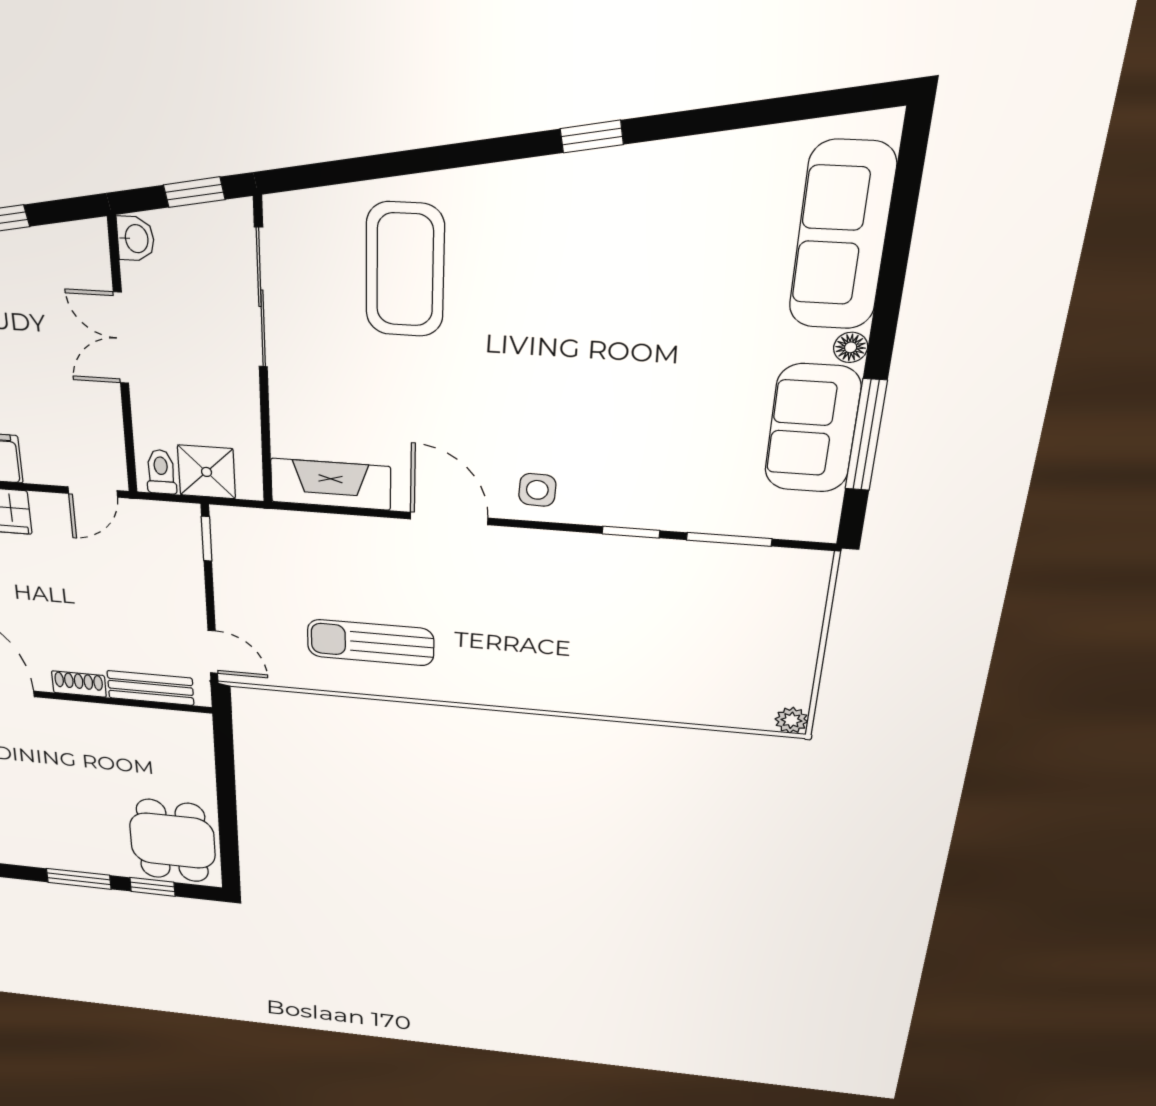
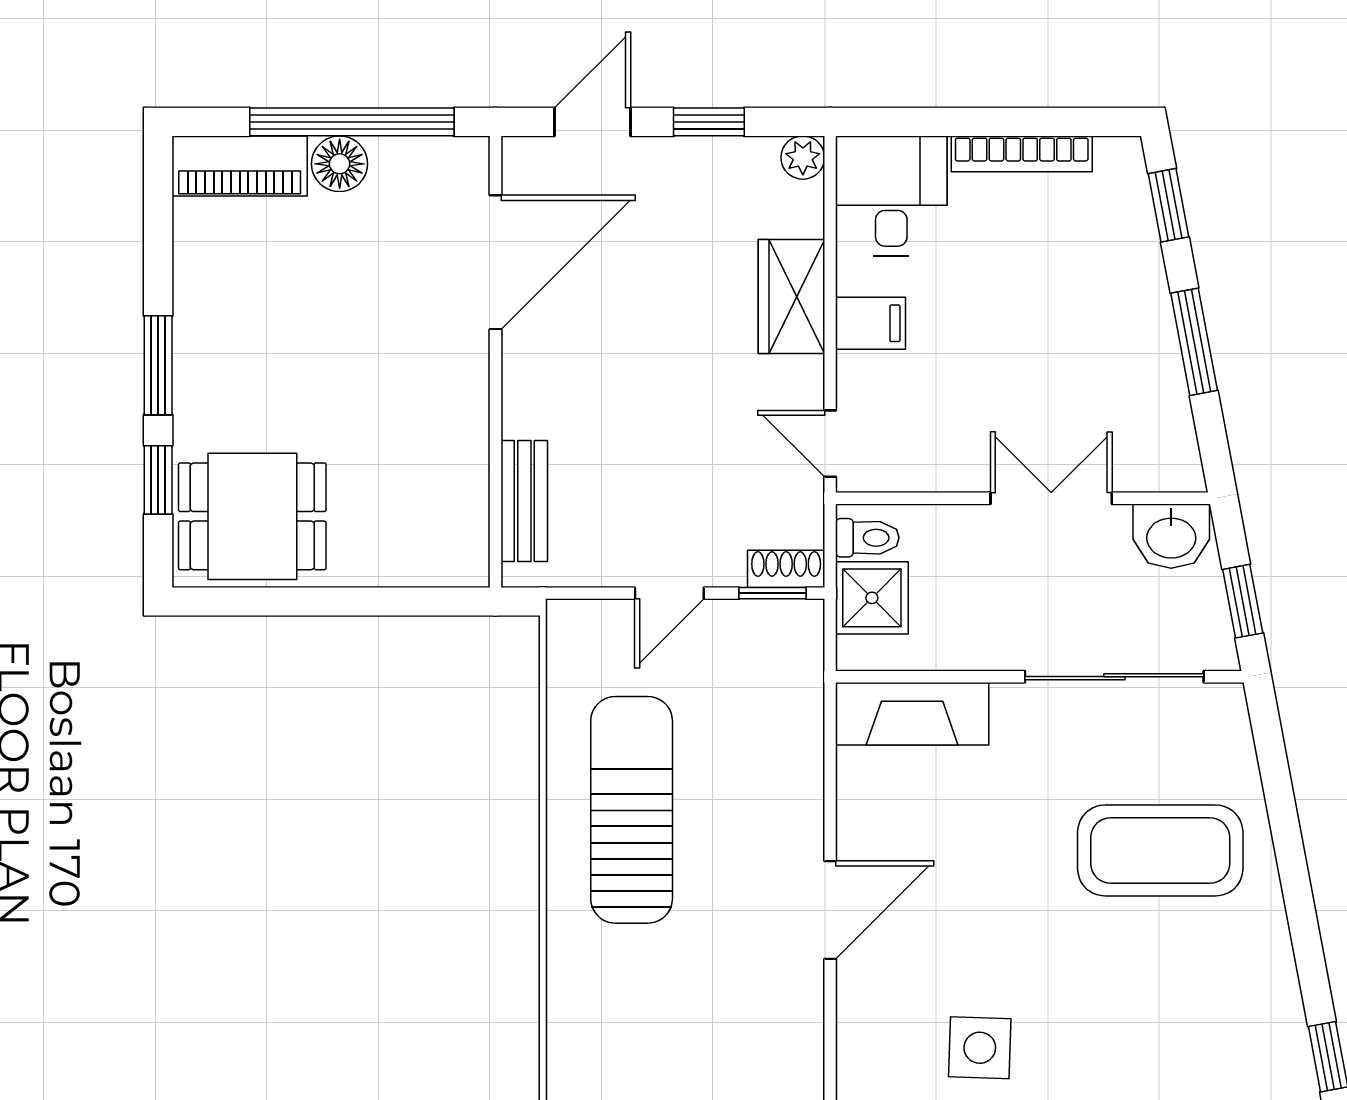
washbasin: (136, 239) -> (1171, 536), width x1.38, depth x1.45
fireplace: (331, 484) -> (912, 714), moved, turned 90
side table: (537, 490) -> (980, 1048), moved, width x1.37, depth x1.37
sun lounger: (370, 643) -> (632, 810), width x1.36, depth x1.34
door: (213, 652) -> (669, 593), moved
shoe rack: (79, 684) -> (786, 569), moved, turned -90

